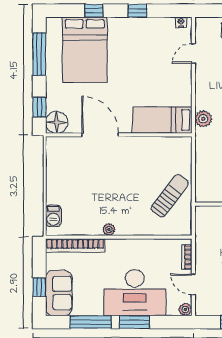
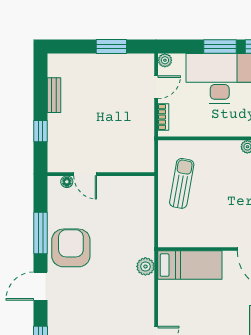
sun lounger: (170, 196) -> (182, 183), turned 153
door: (193, 284) -> (156, 87), hinge flipped

